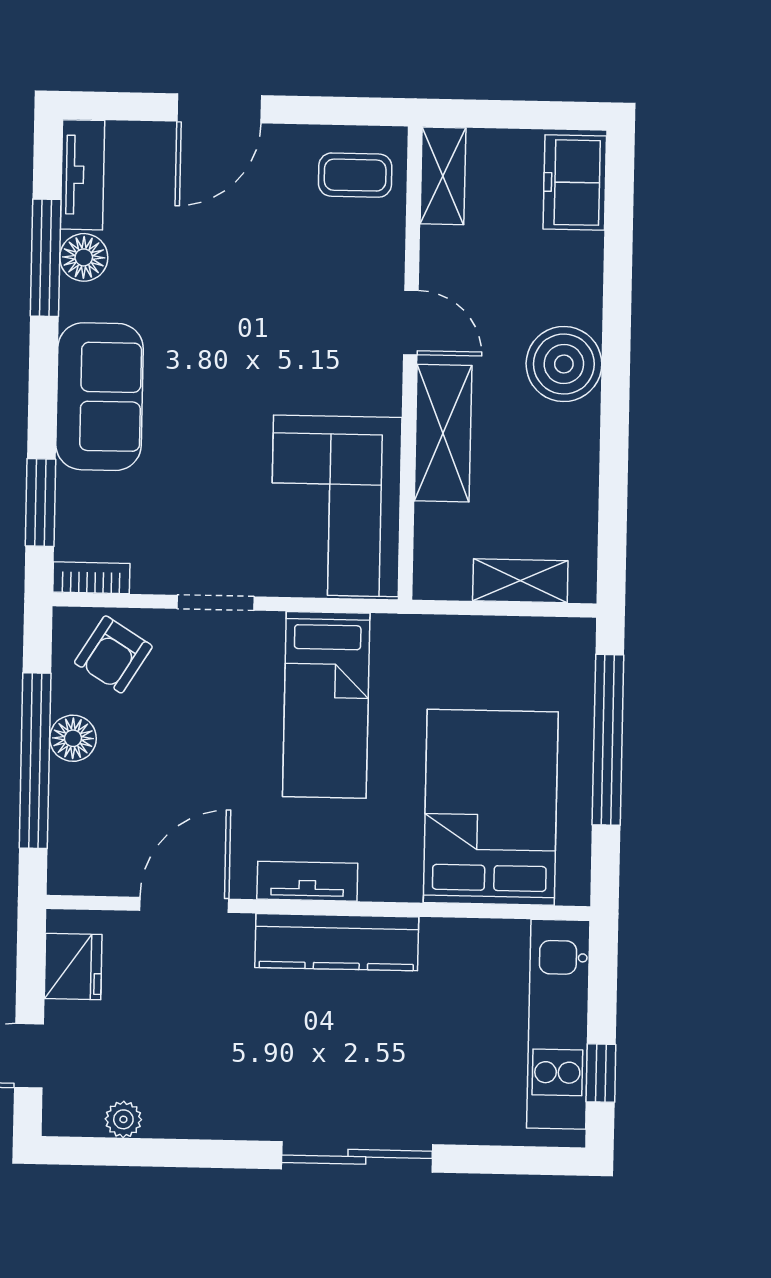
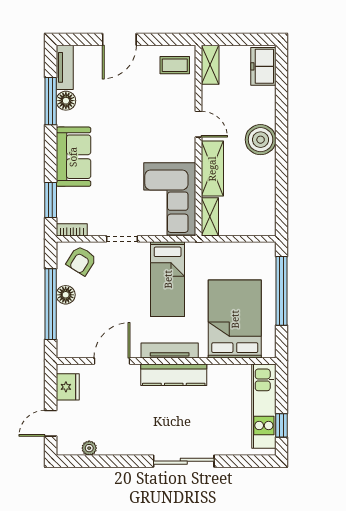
shelving: (520, 581) -> (210, 217), moved, turned 90
tv unit: (307, 881) -> (170, 350), width x1.41

